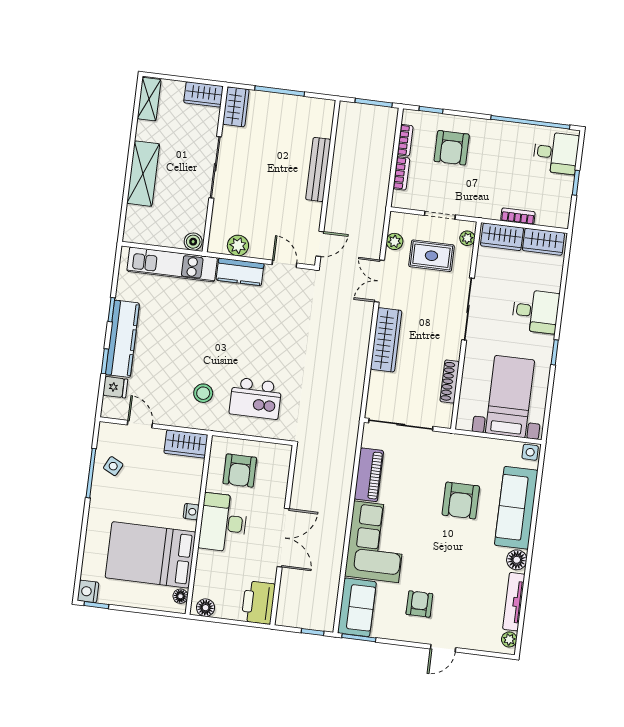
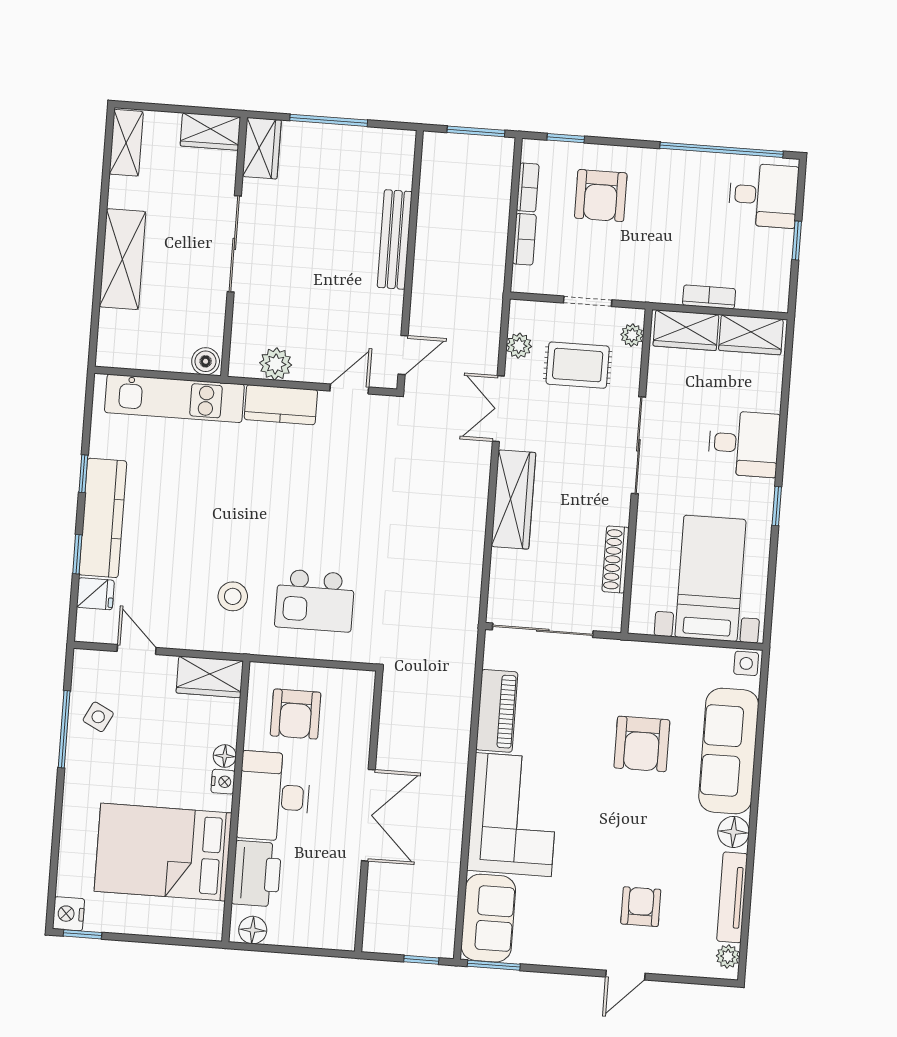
door: (284, 264) -> (349, 389), hinge flipped
floor lamp: (180, 596) -> (225, 756), moved
printer: (258, 603) -> (257, 874), moved, turned 180
armchair: (419, 604) -> (641, 907), moved

